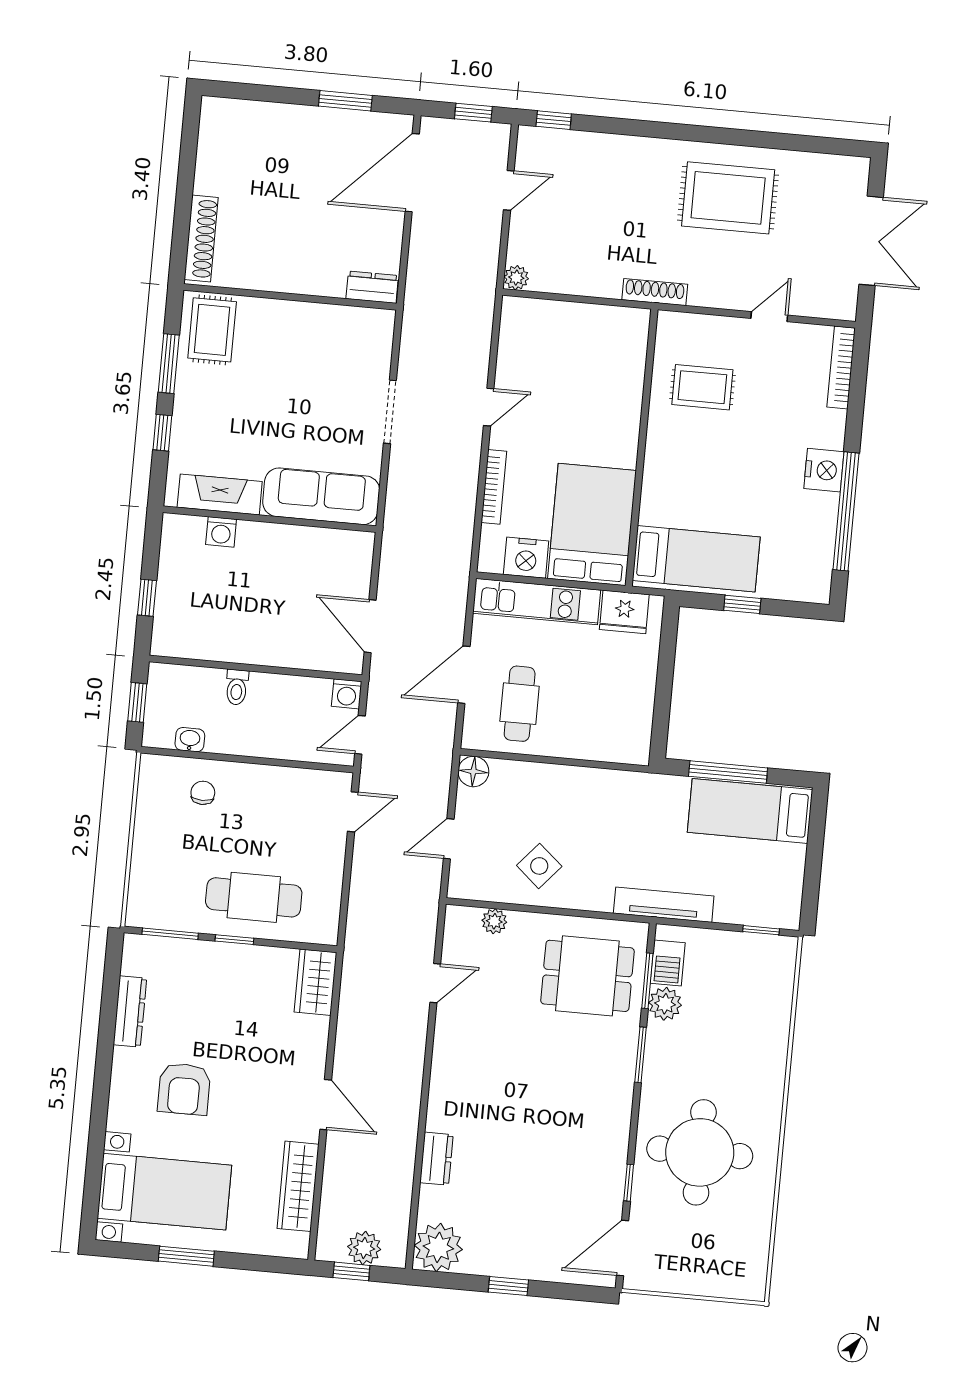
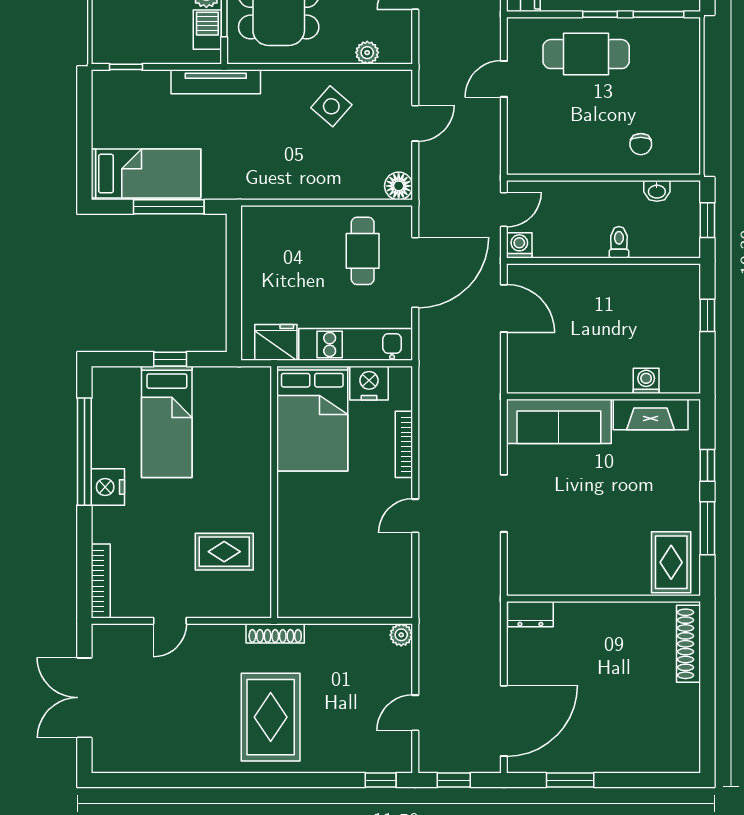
rug: (728, 198) -> (271, 717), moved, turned 90
bed: (696, 559) -> (167, 422), moved, turned -90
door: (464, 675) -> (415, 272), width x1.36
door: (353, 812) -> (504, 79), moved

